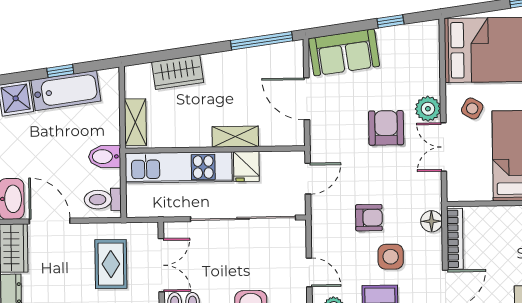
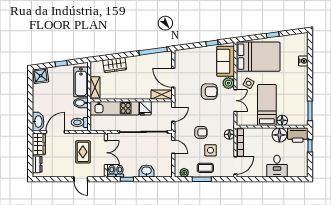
sofa: (344, 52) -> (226, 61), moved, turned 98
bathtub: (66, 91) -> (81, 82), moved, turned 98
armchair: (386, 128) -> (209, 92), turned 91
shelving: (235, 137) -> (162, 95), moved
double door: (444, 147) -> (235, 101), swing flipped
door: (50, 221) -> (55, 132), hinge flipped
door: (309, 272) -> (173, 147), moved

